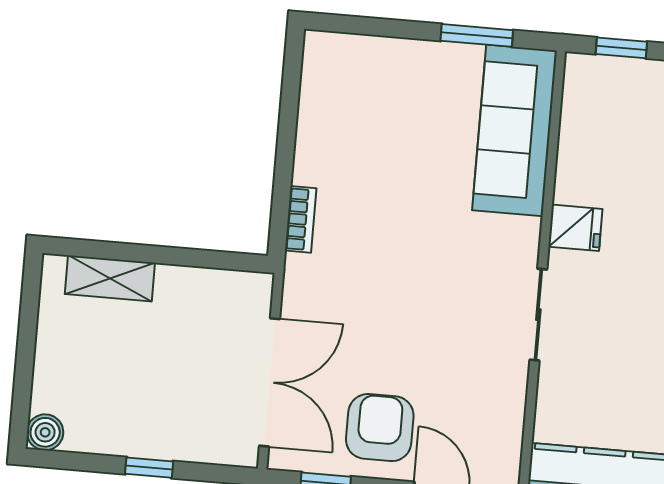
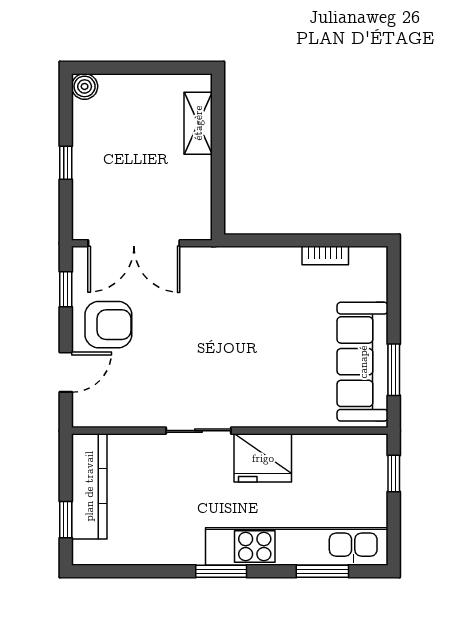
sofa: (515, 130) -> (363, 362), moved, turned -90
bookcase: (301, 219) -> (325, 256), moved
fridge: (575, 228) -> (263, 458), width x1.88, depth x1.34

